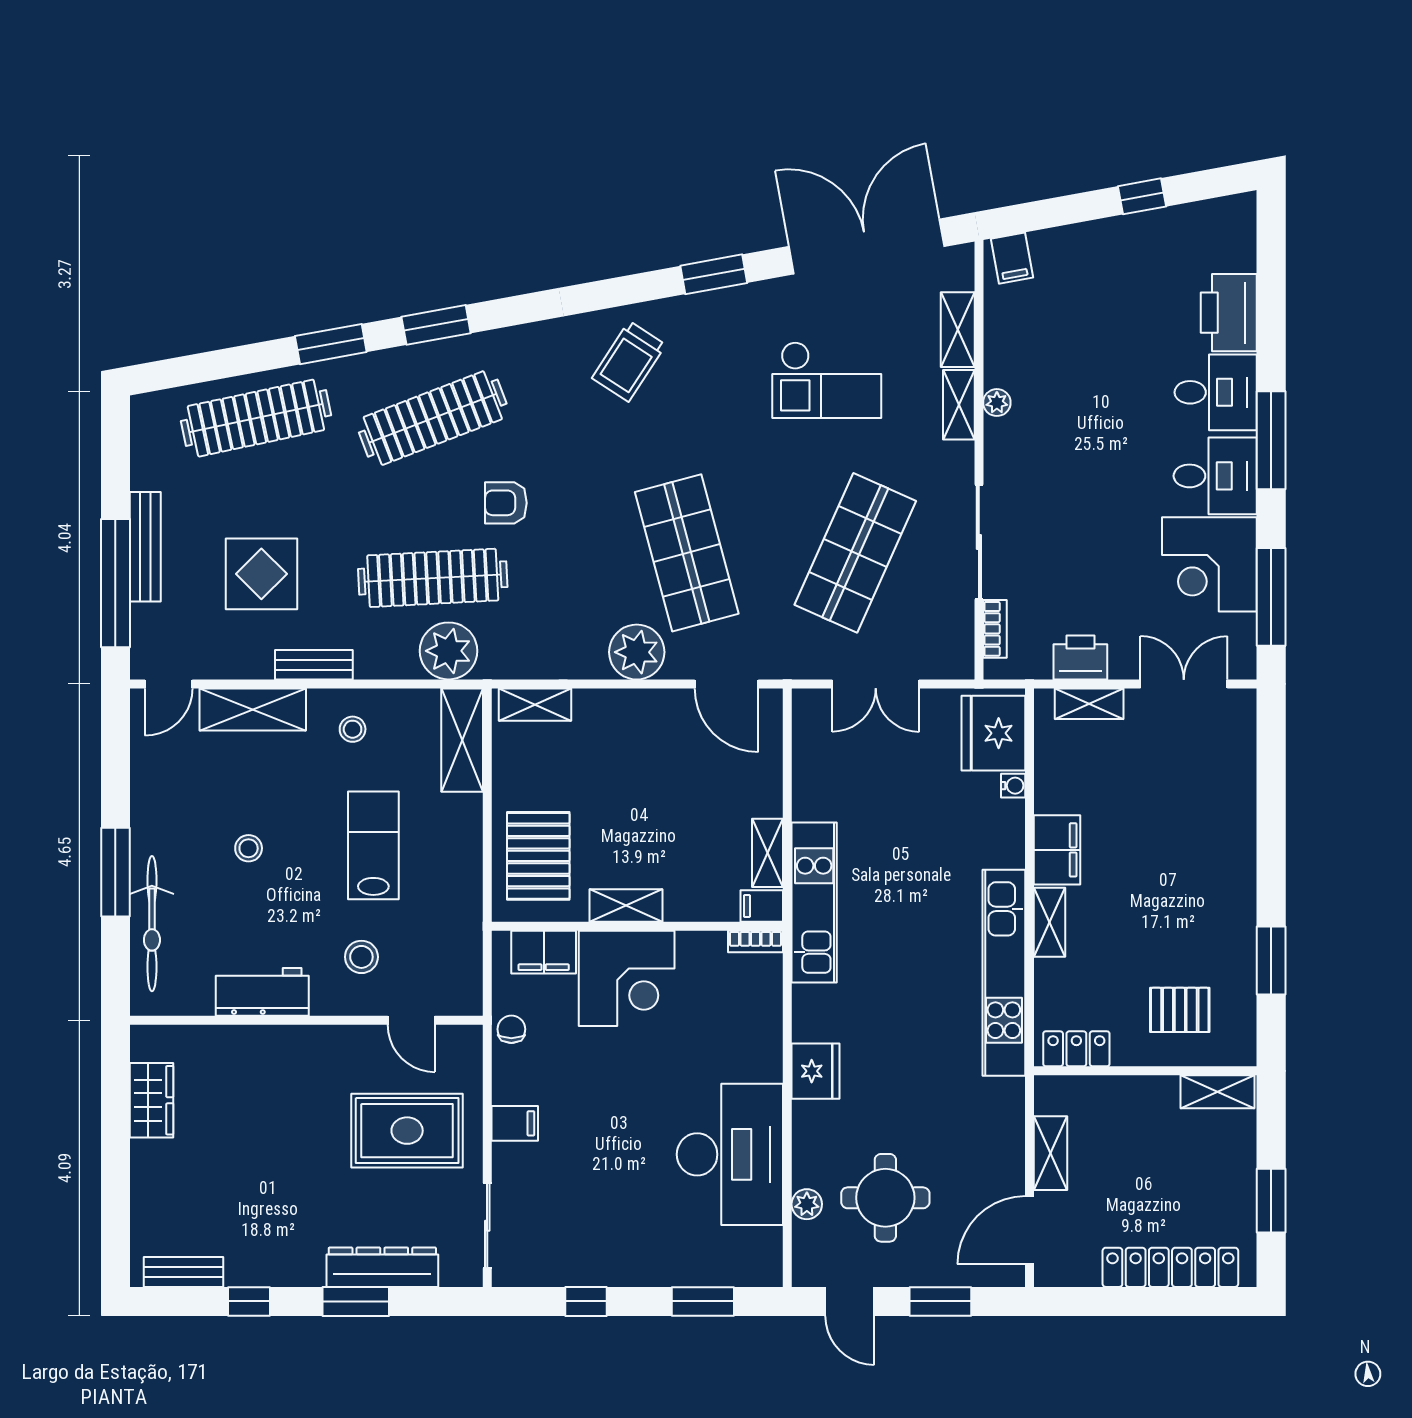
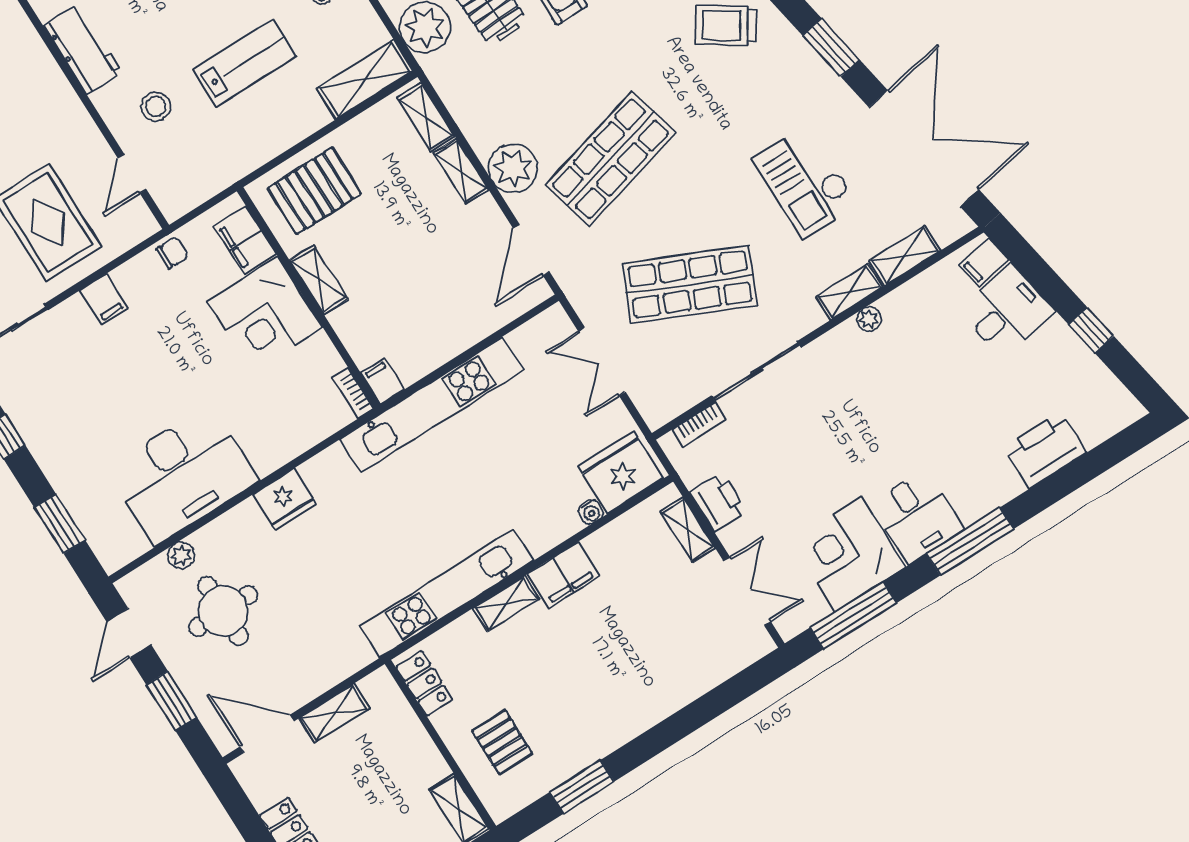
desk: (1216, 392) -> (1007, 311), moved, turned -100
shelving: (768, 853) -> (461, 171), moved, turned 90
kitchen unit: (814, 903) -> (431, 405), width x1.36

